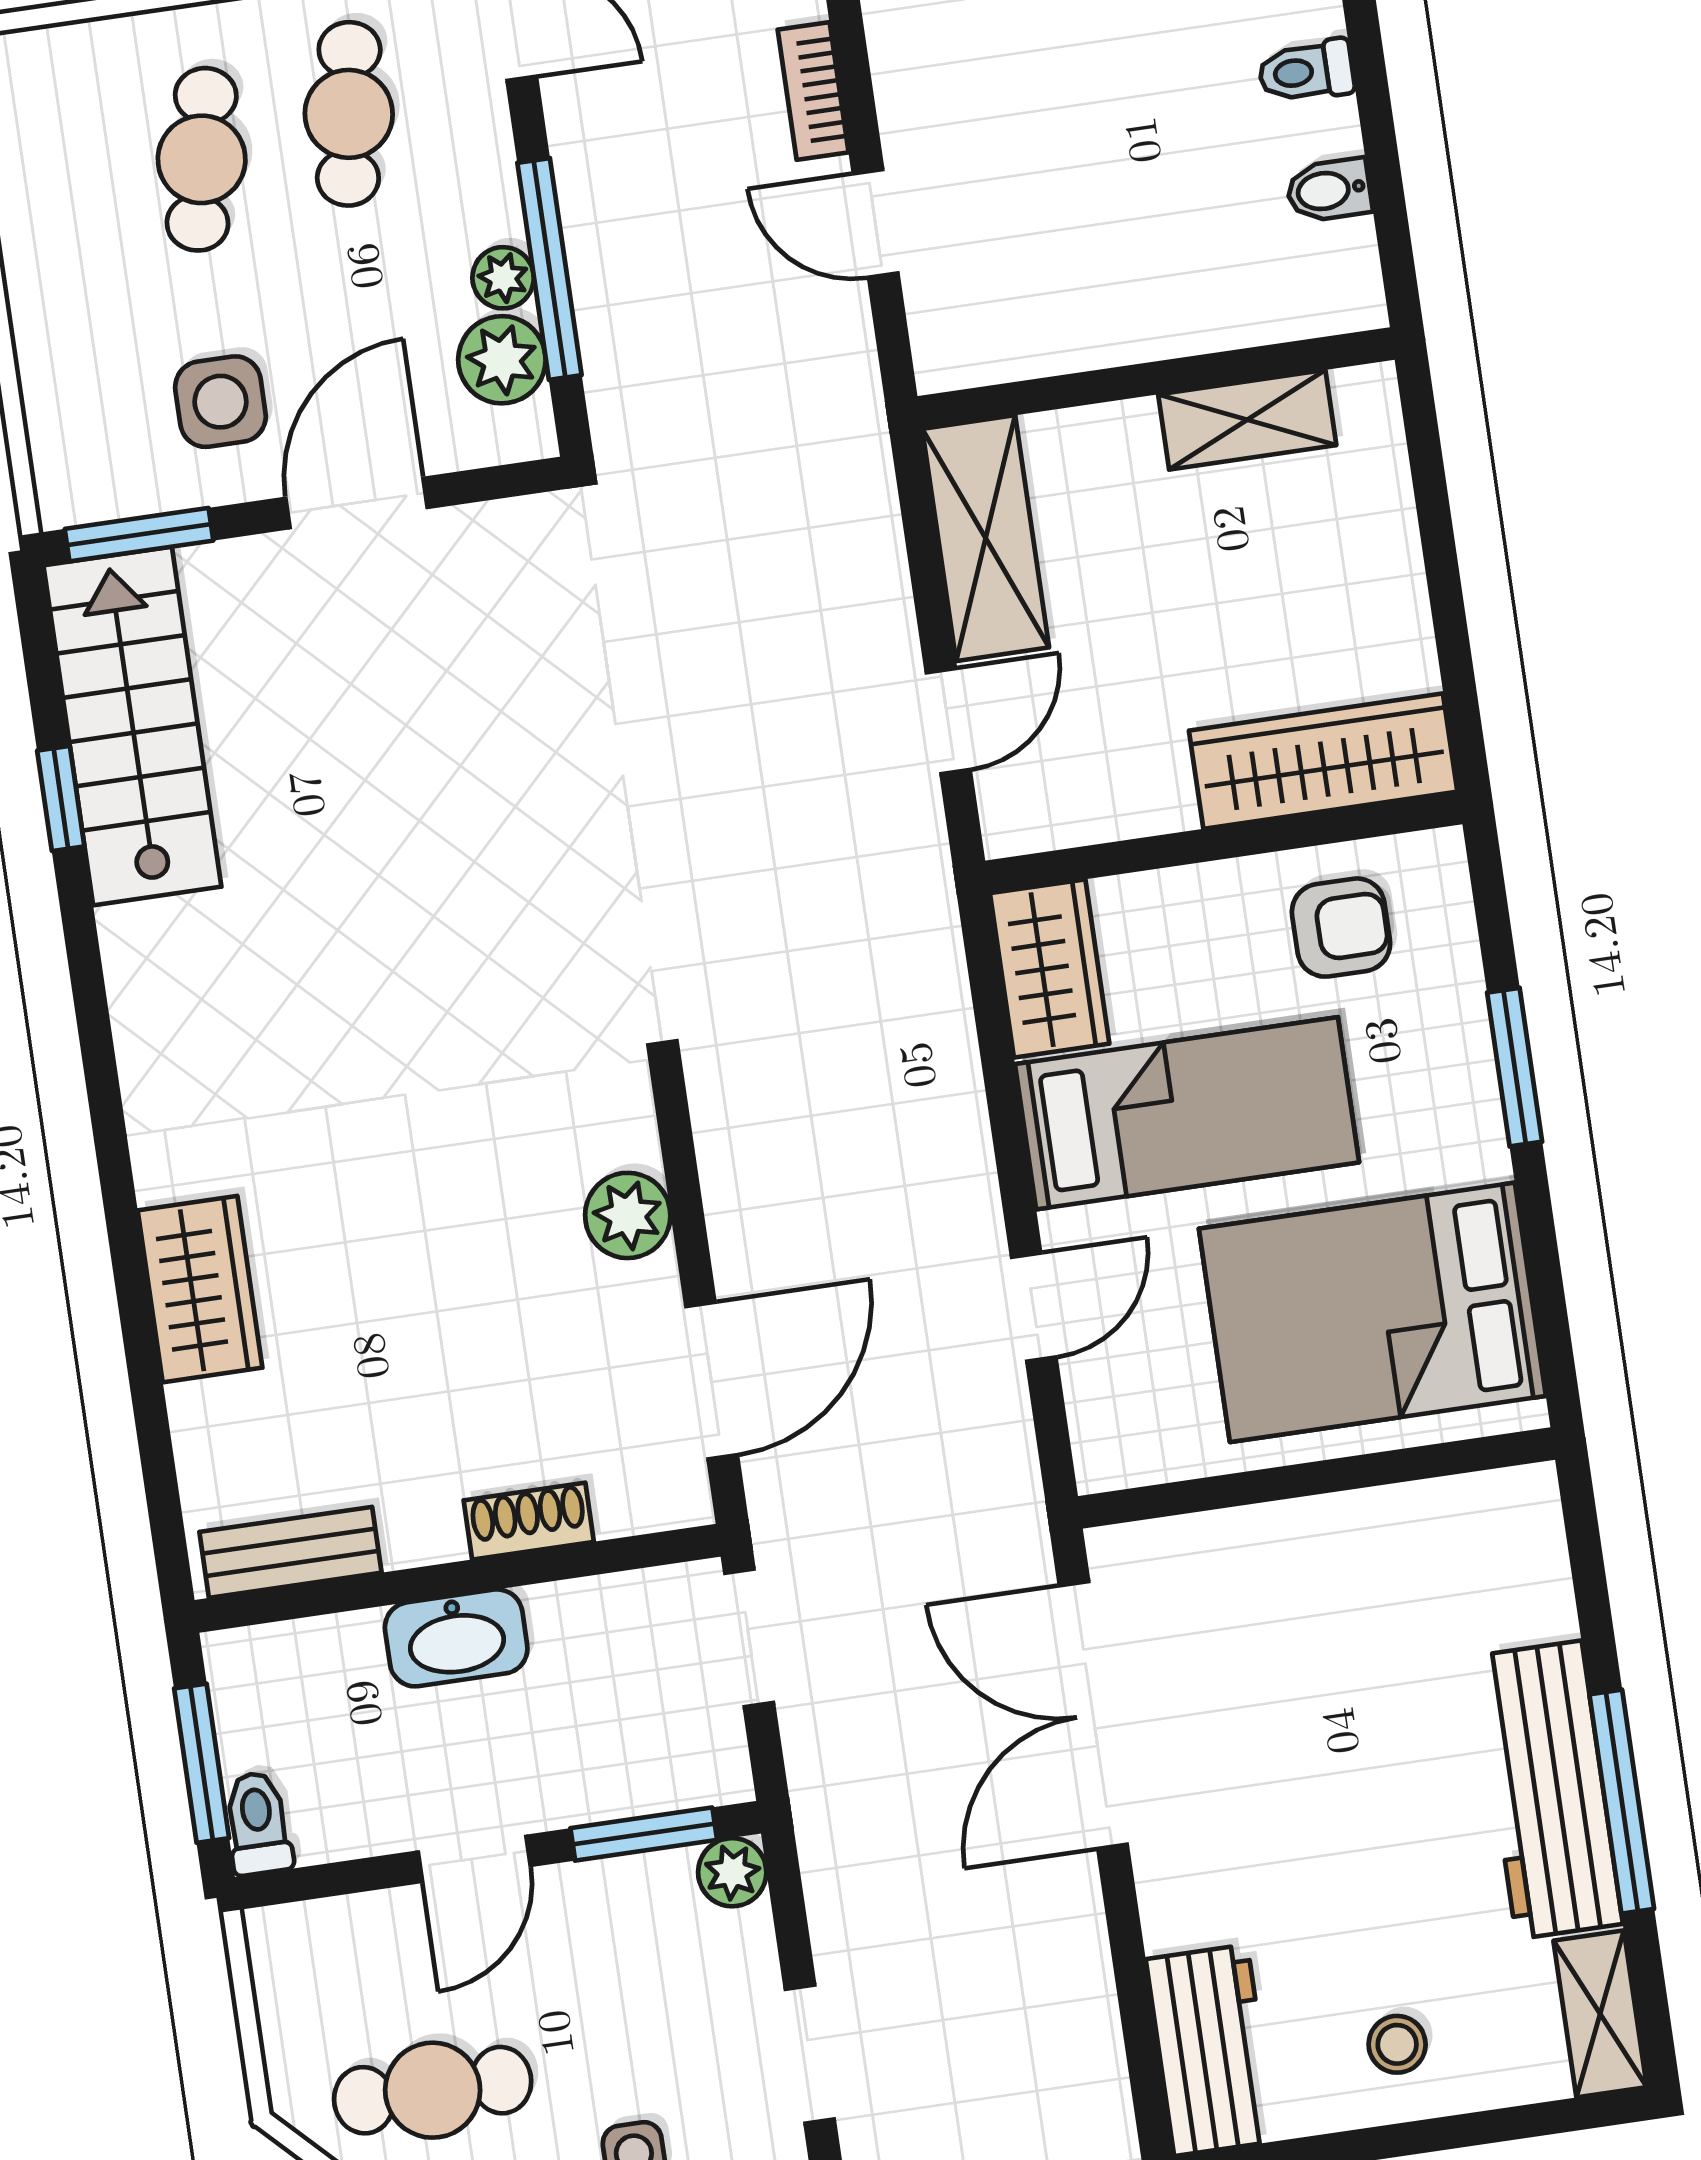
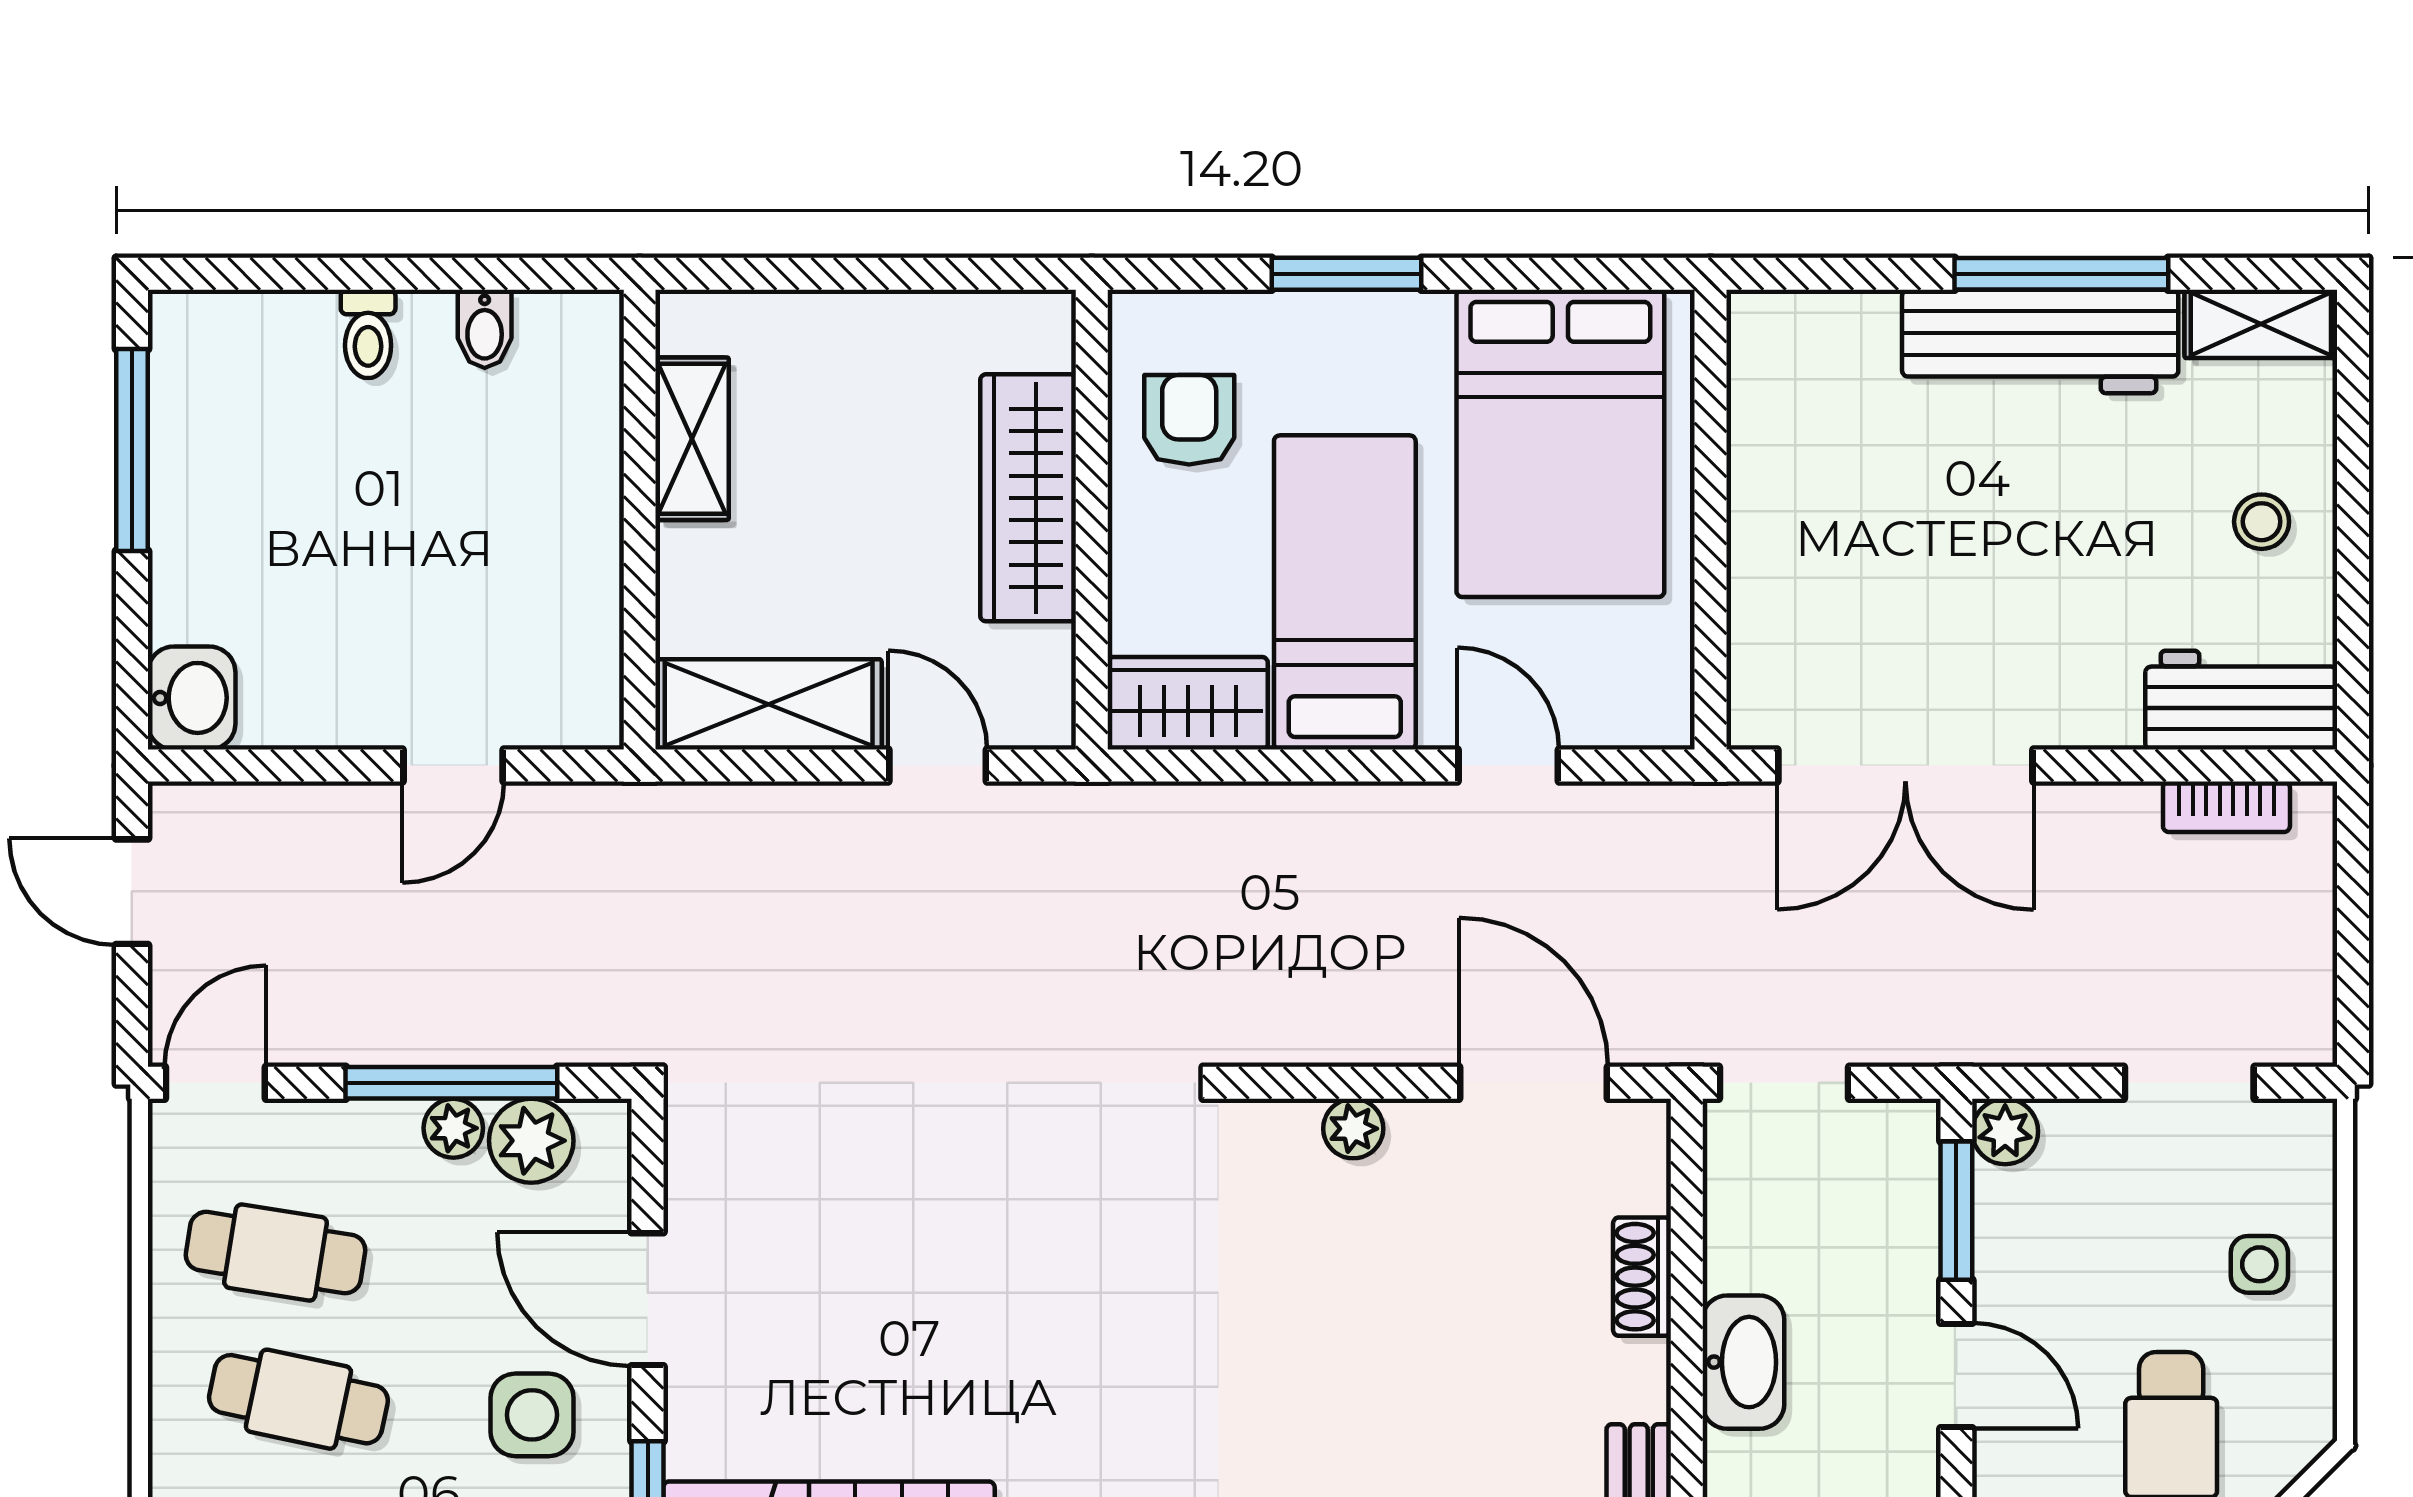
bookcase: (813, 91) -> (2226, 807), moved
wardrobe: (1323, 761) -> (1028, 498), moved
plant: (628, 1215) -> (1353, 1129), width x0.73, depth x0.73

